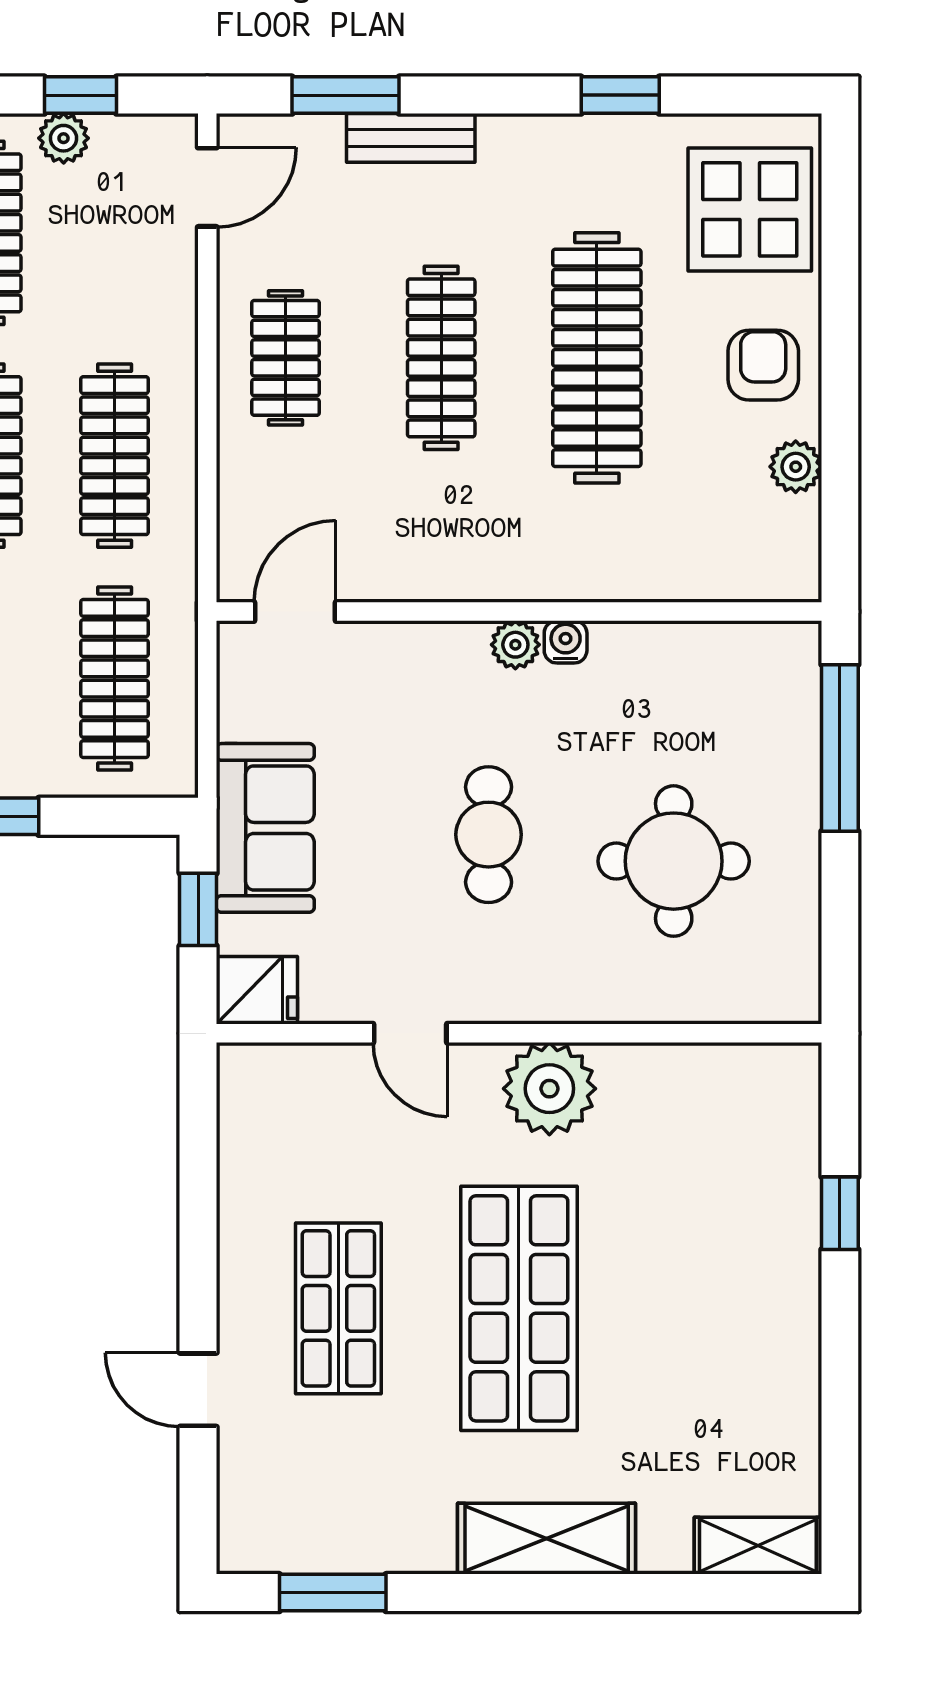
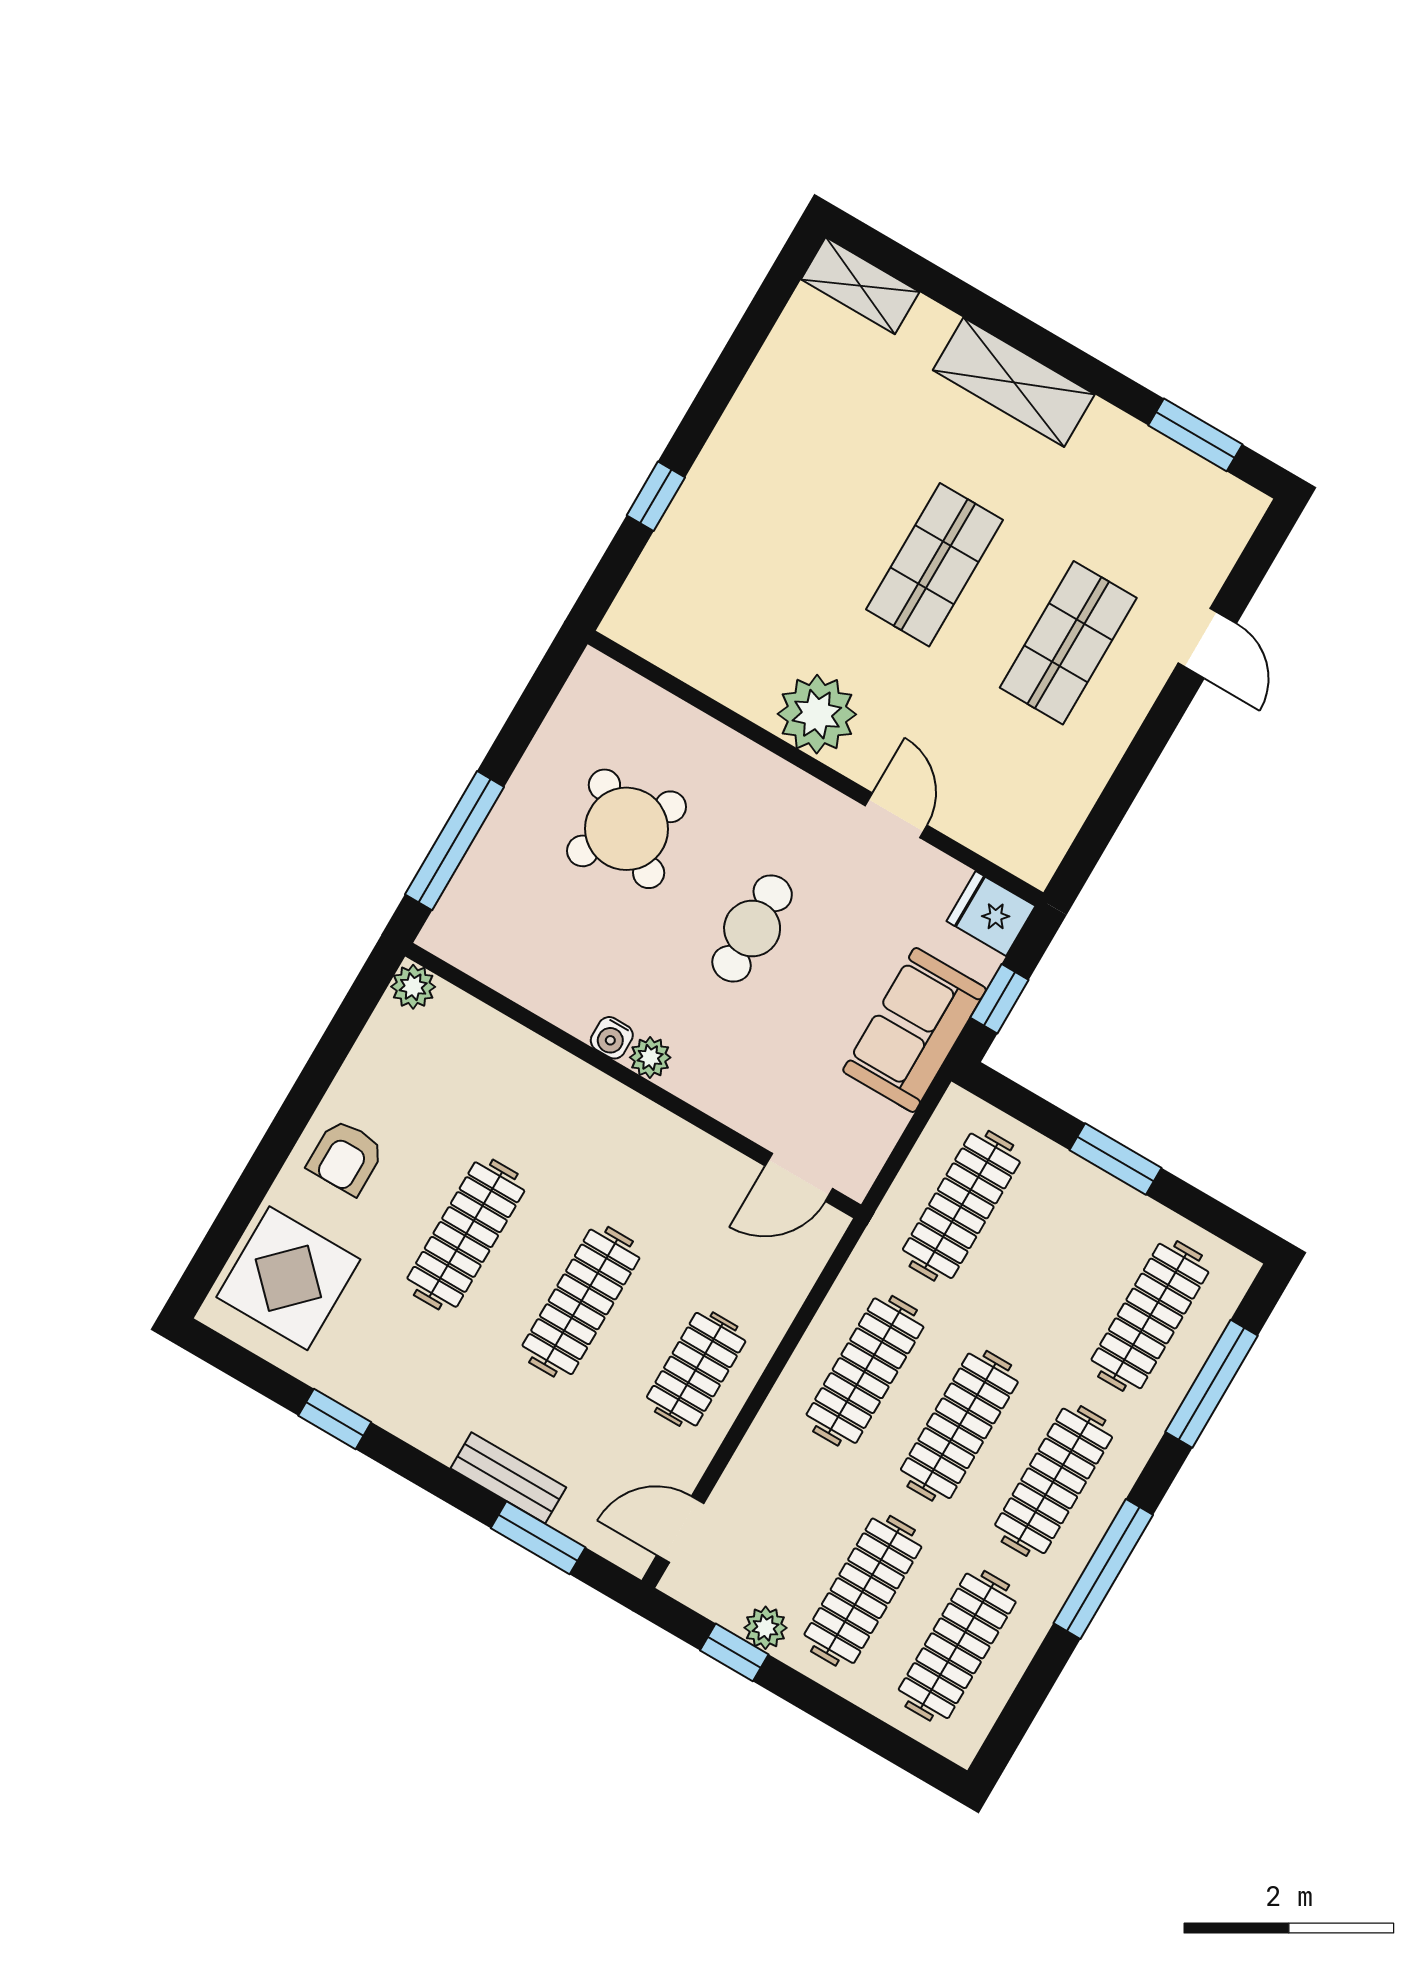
clothes rail: (597, 358) -> (466, 1235), width x0.73, depth x0.76
plant: (796, 467) -> (413, 987), moved
round table: (674, 861) -> (627, 829), turned 33
shop shelf: (519, 1308) -> (934, 565), width x0.70, depth x0.74

